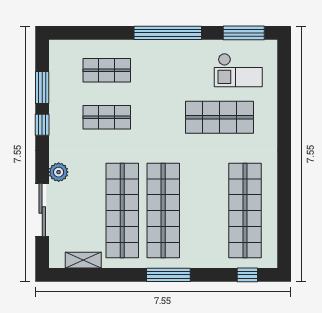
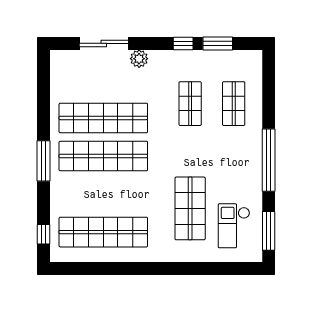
shelving: (83, 260) -> (57, 82), removed

